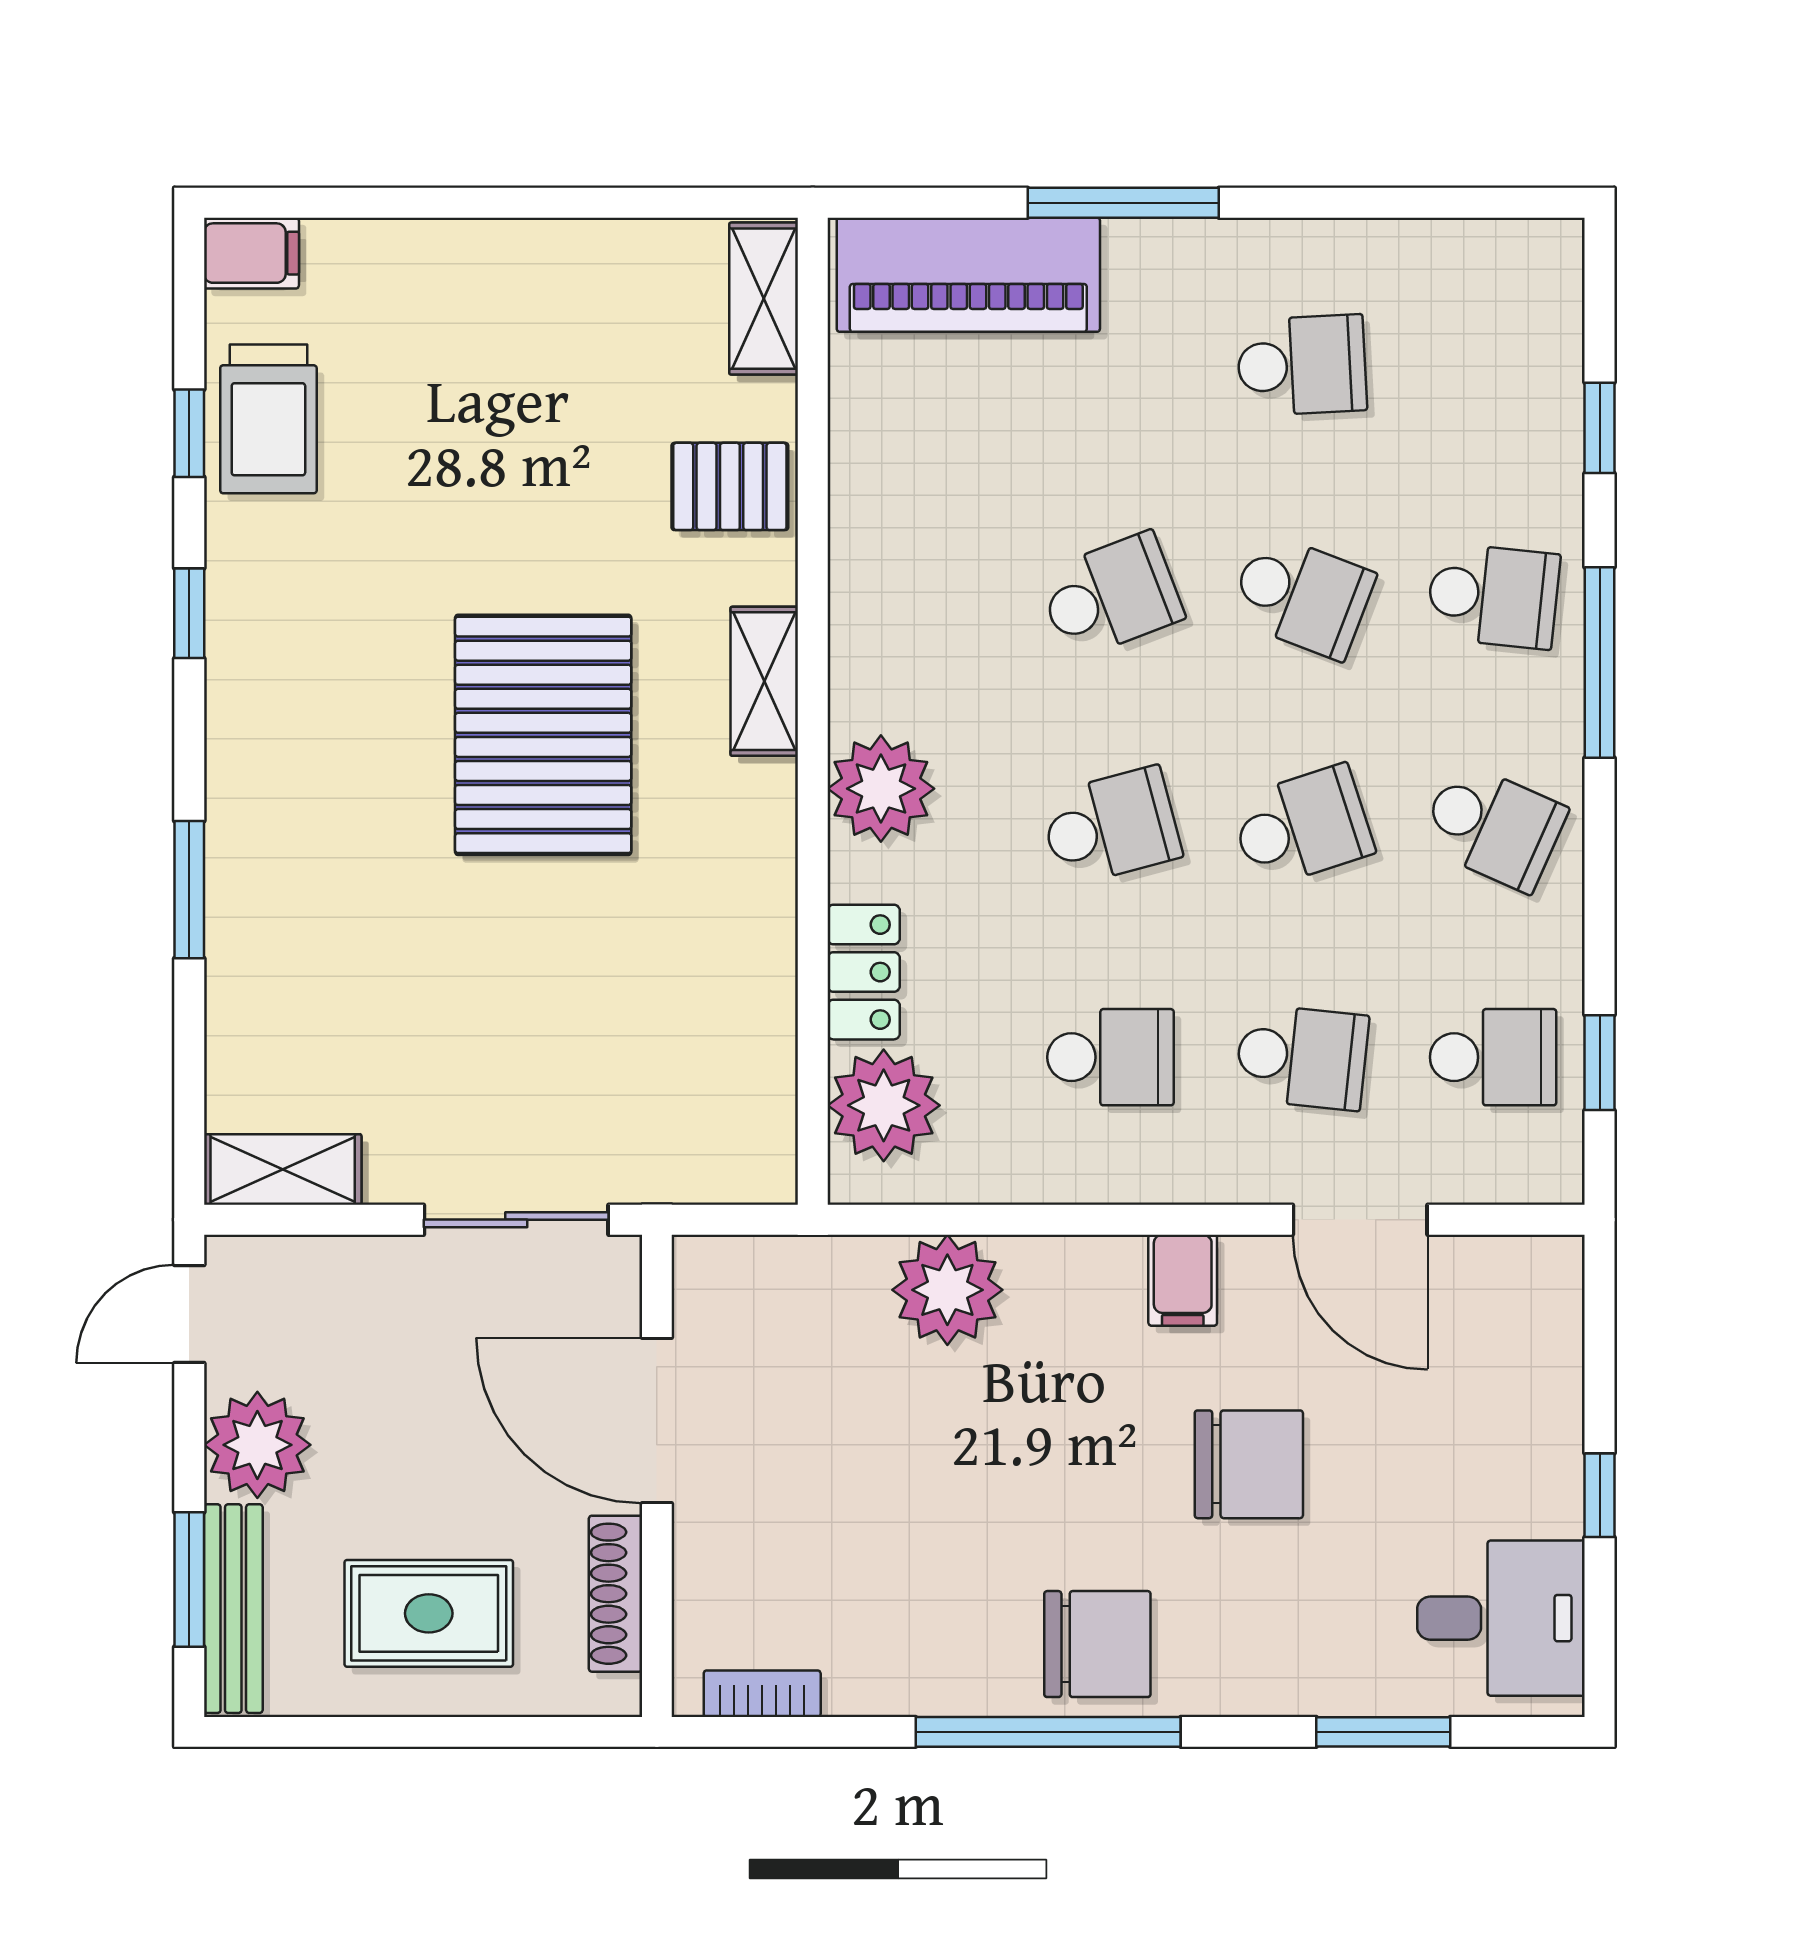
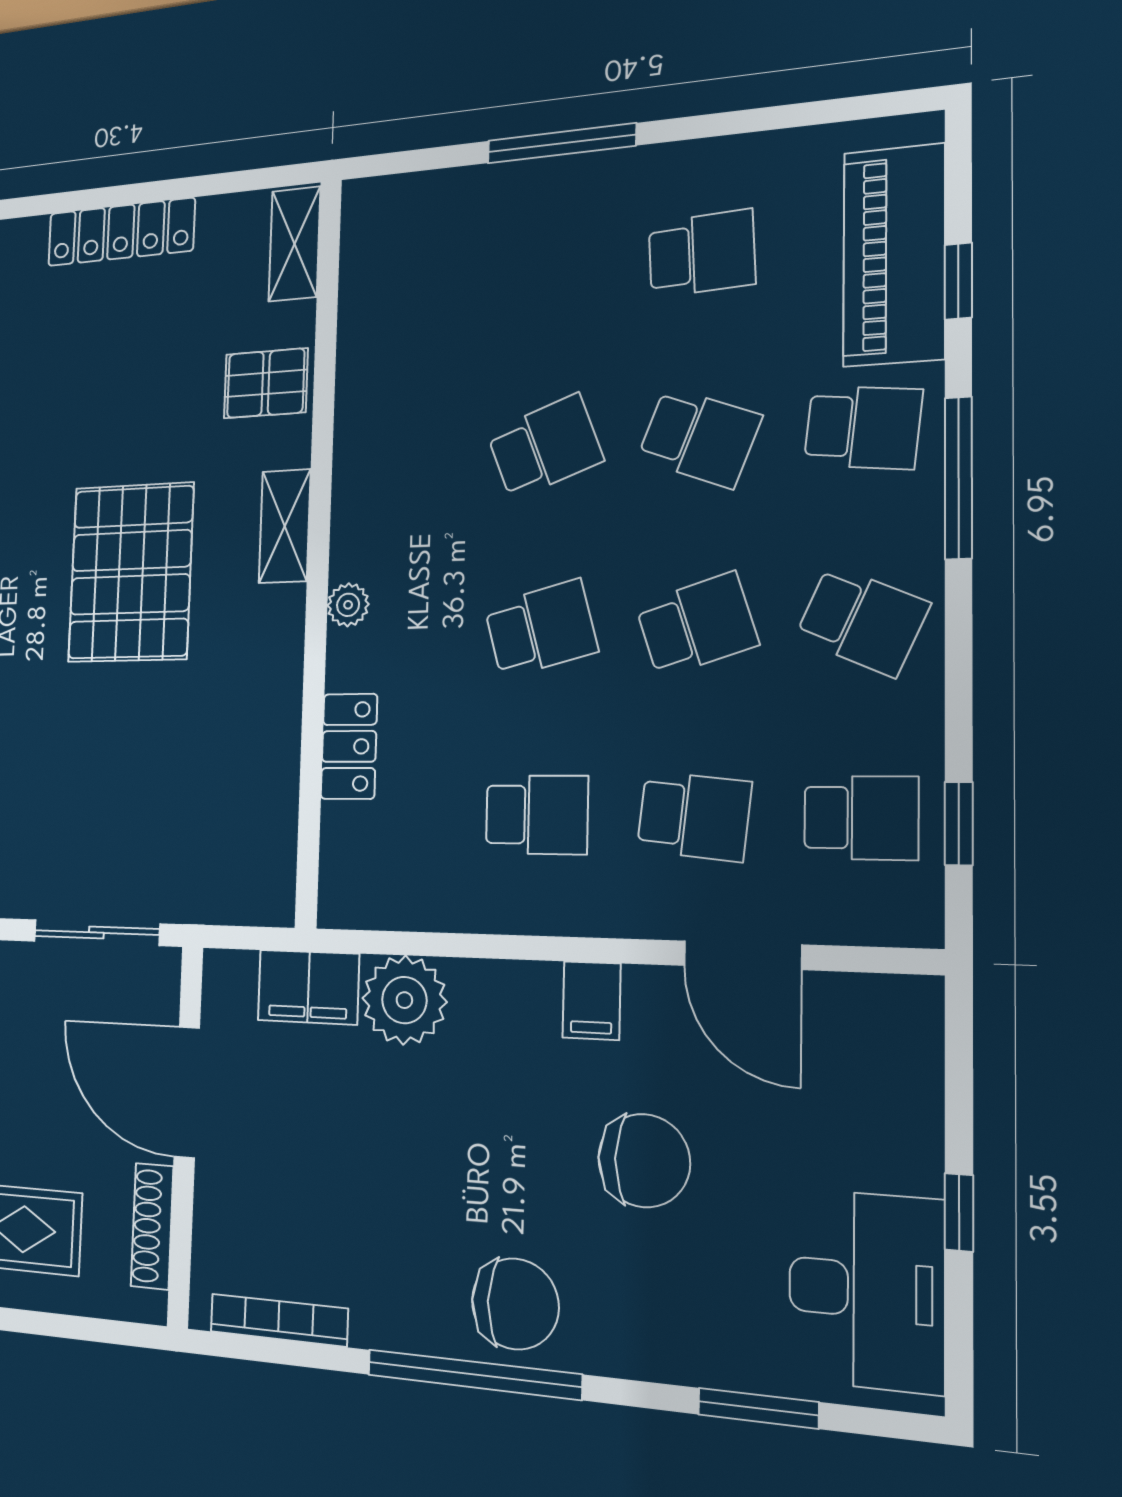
locker: (505, 255) -> (121, 232), added
piano: (968, 275) -> (894, 255), moved, turned 90
plant: (881, 789) -> (348, 605), width x0.53, depth x0.53
plant: (884, 1105) -> (361, 851), removed
filing cabinet: (819, 1279) -> (308, 987), added
desk: (1501, 1618) -> (866, 1290), width x1.37
bookcase: (762, 1694) -> (279, 1320), width x1.56

